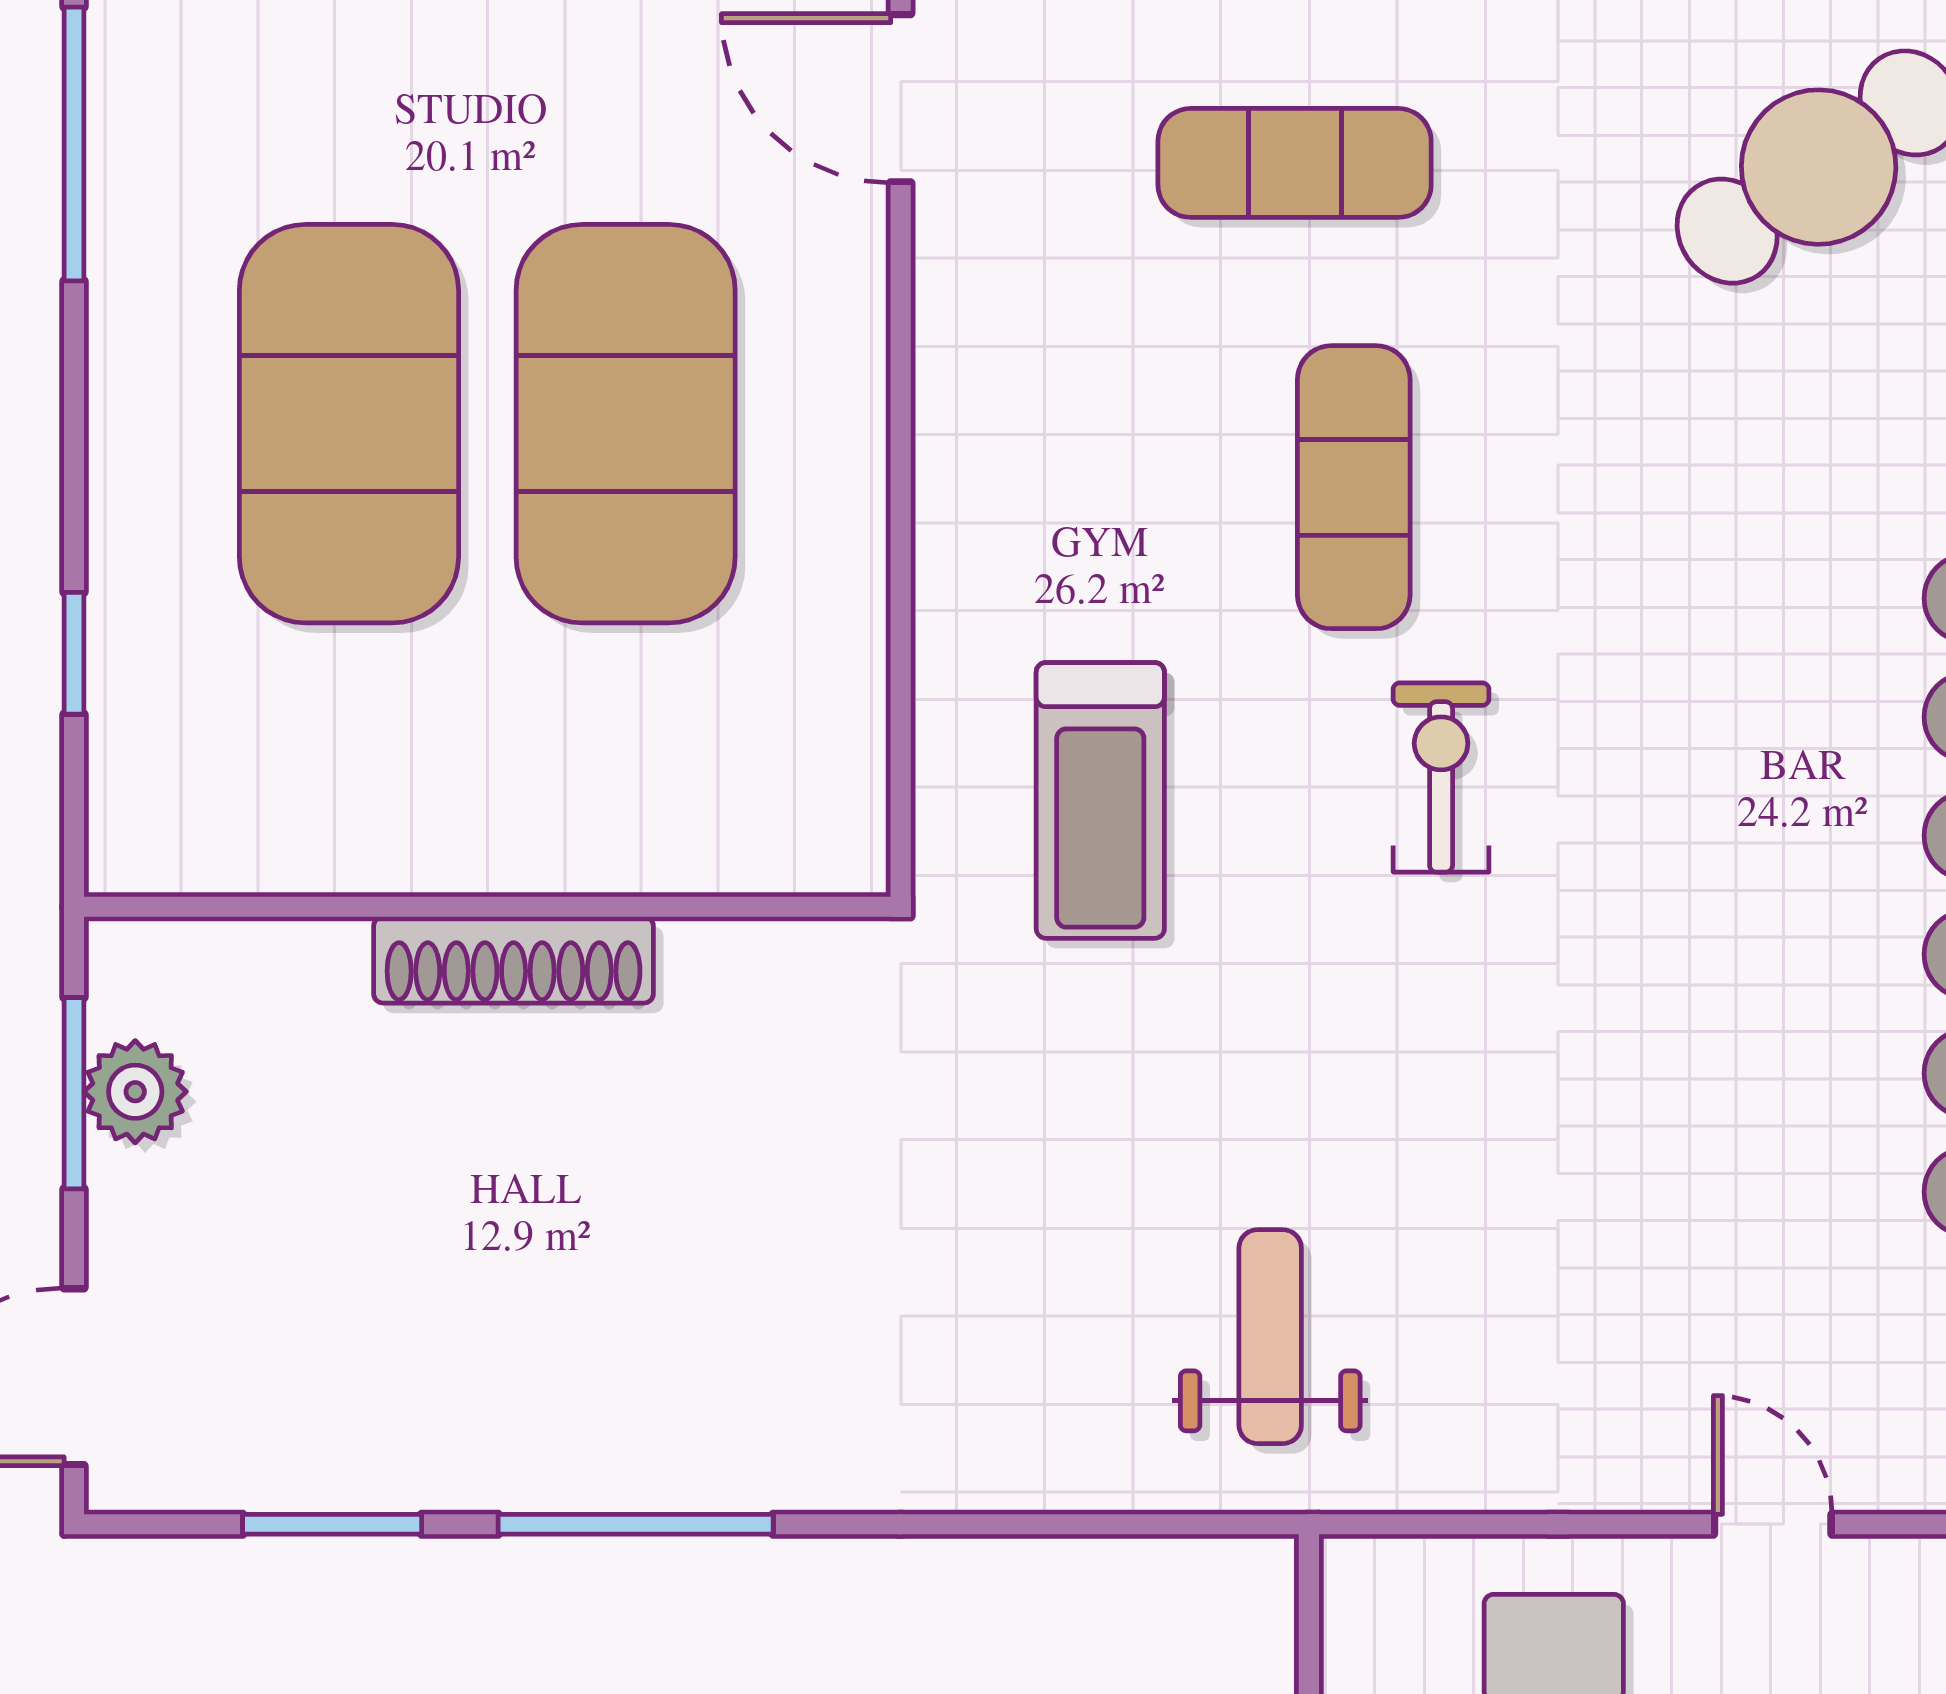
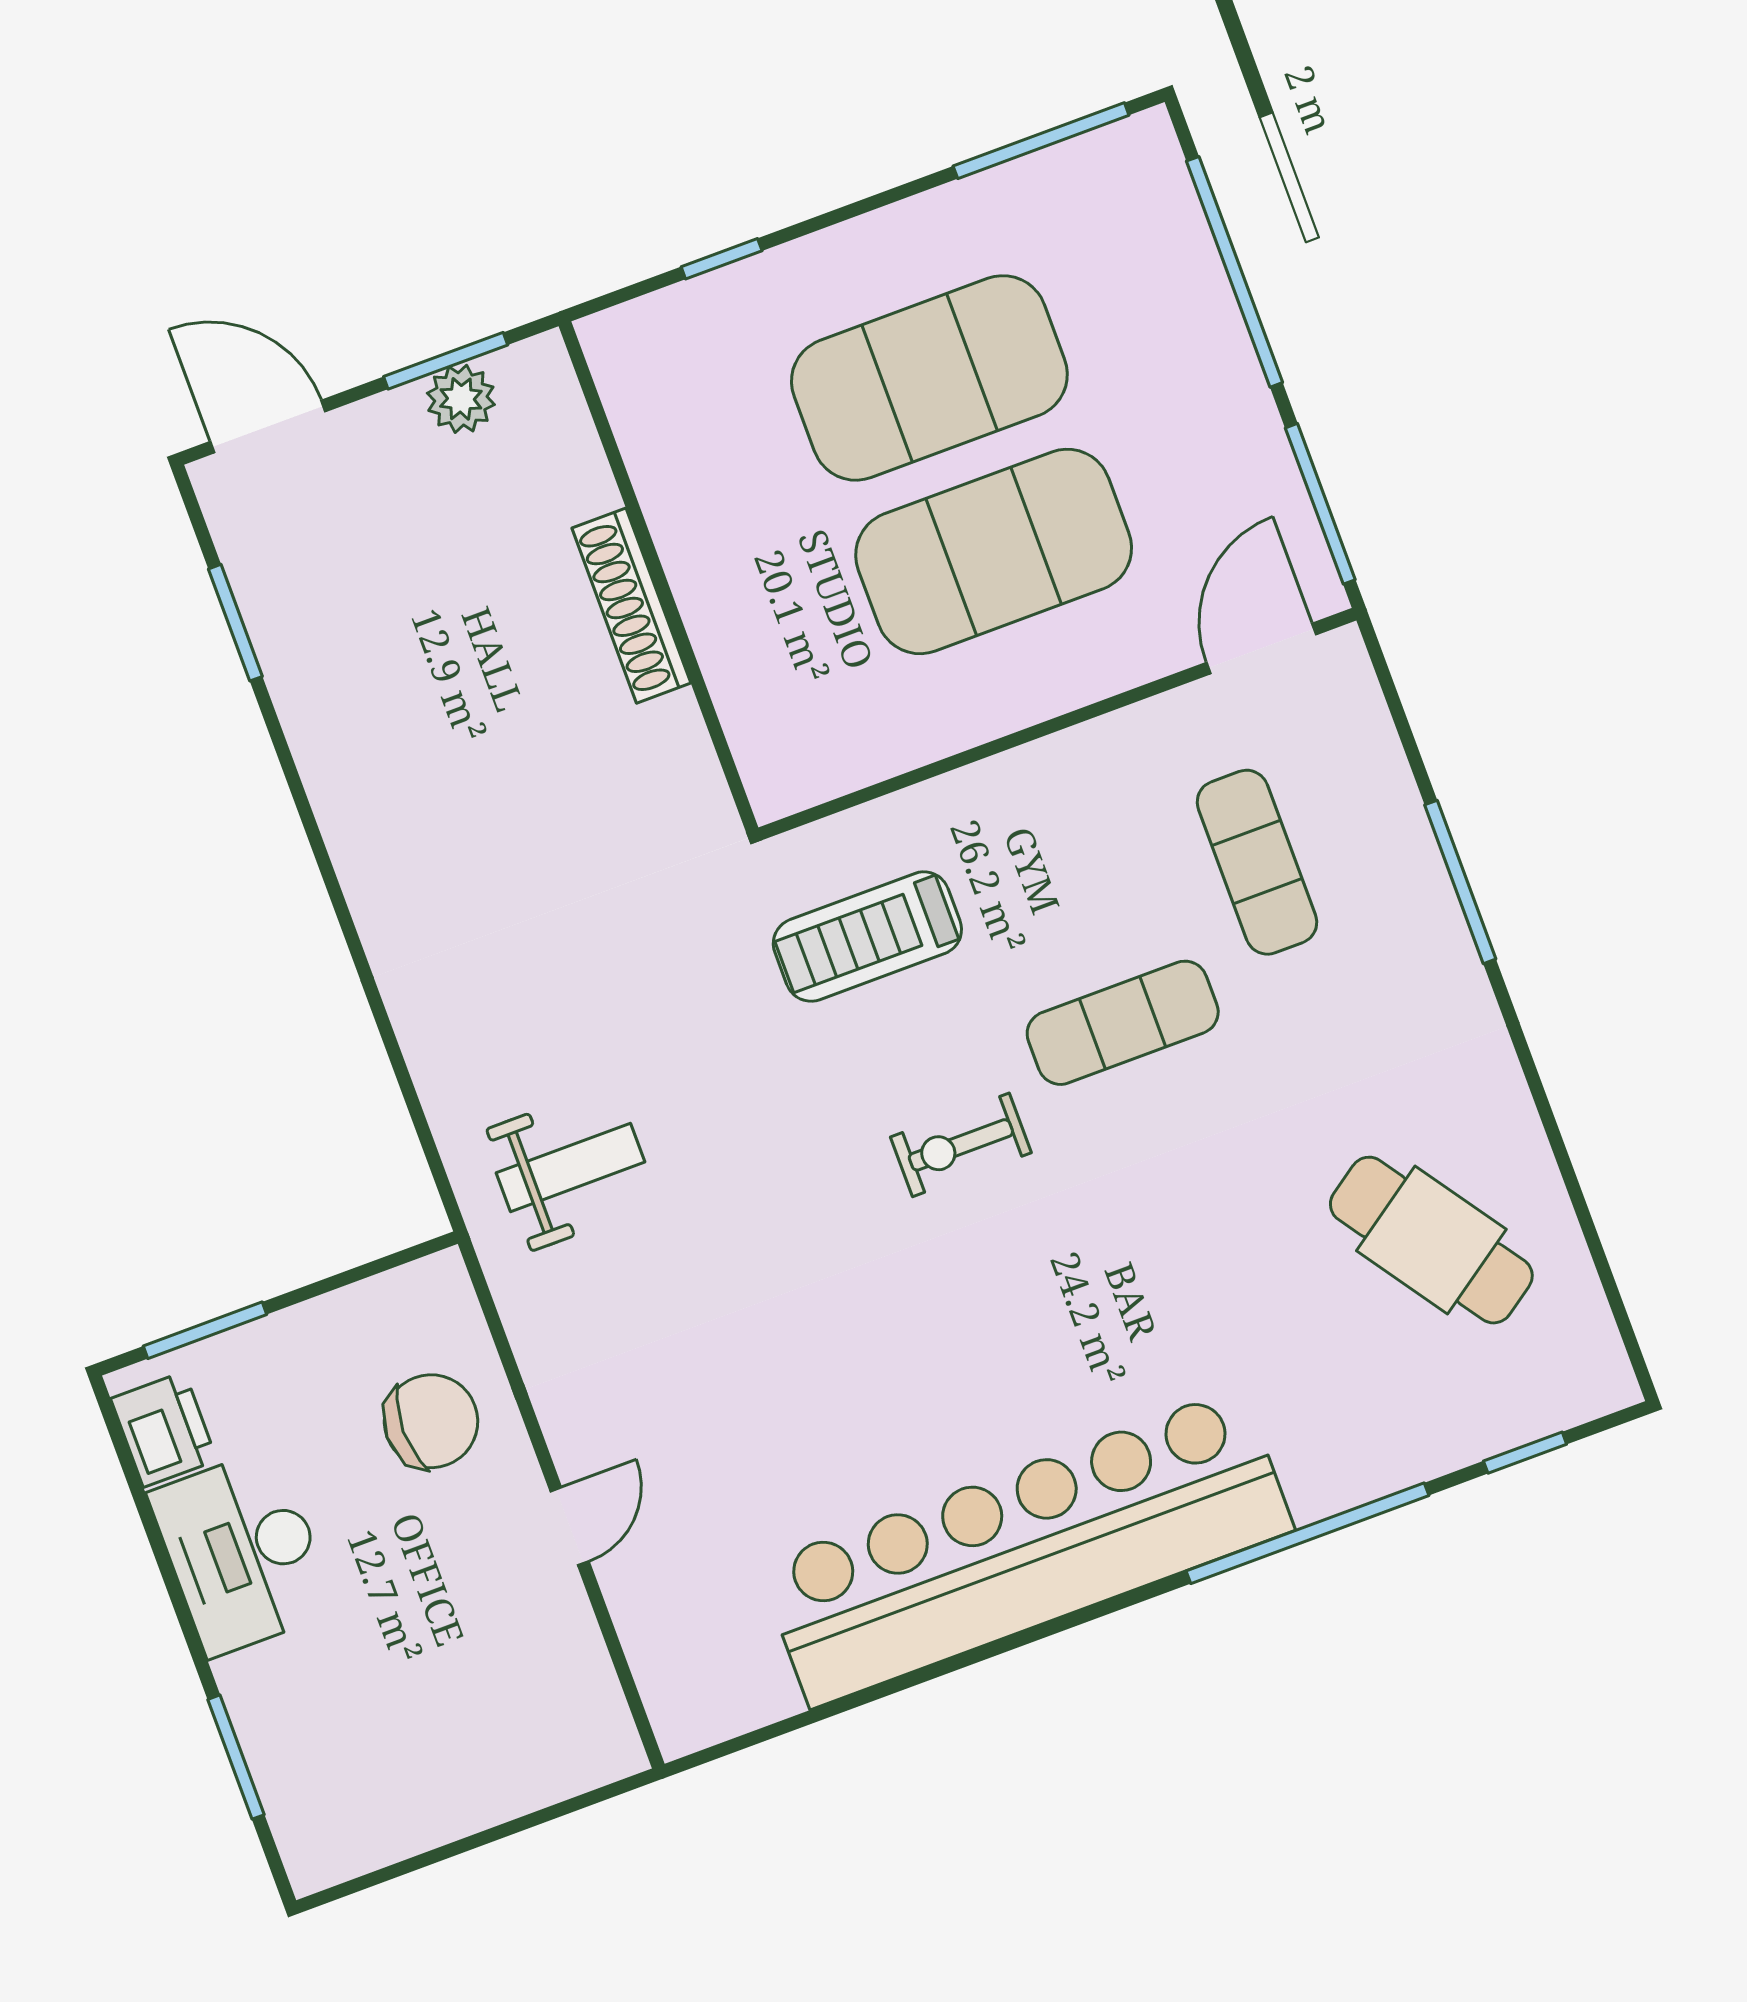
exercise mat: (1295, 163) -> (1257, 862), moved
exercise bike: (1441, 777) -> (961, 1145), turned 180
window: (636, 1524) -> (306, 813), removed

